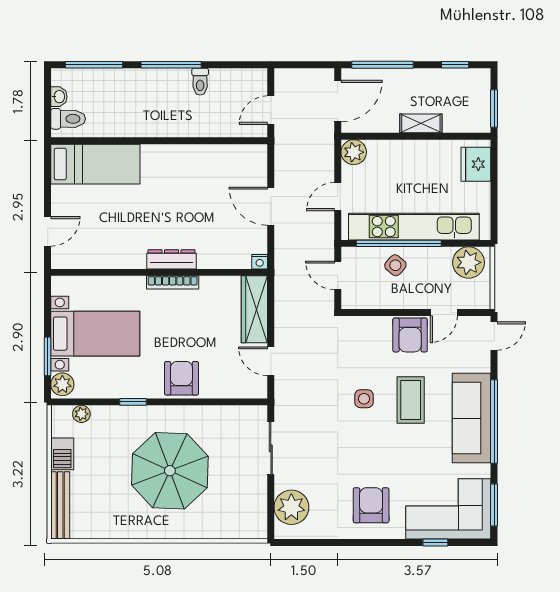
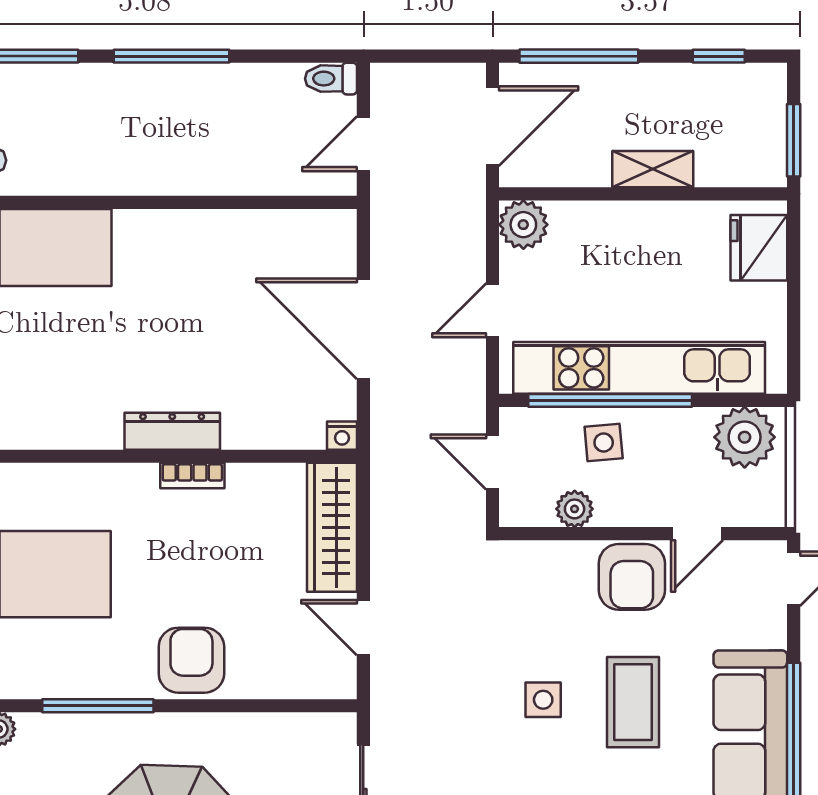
toilet: (200, 82) -> (331, 79), moved, turned 90
door: (271, 206) -> (363, 329), width x1.36
side table: (395, 265) -> (604, 442), turned 45
bookcase: (173, 282) -> (192, 476), width x0.64
plant: (380, 300) -> (575, 509), added
window: (133, 402) -> (98, 706), width x2.17

